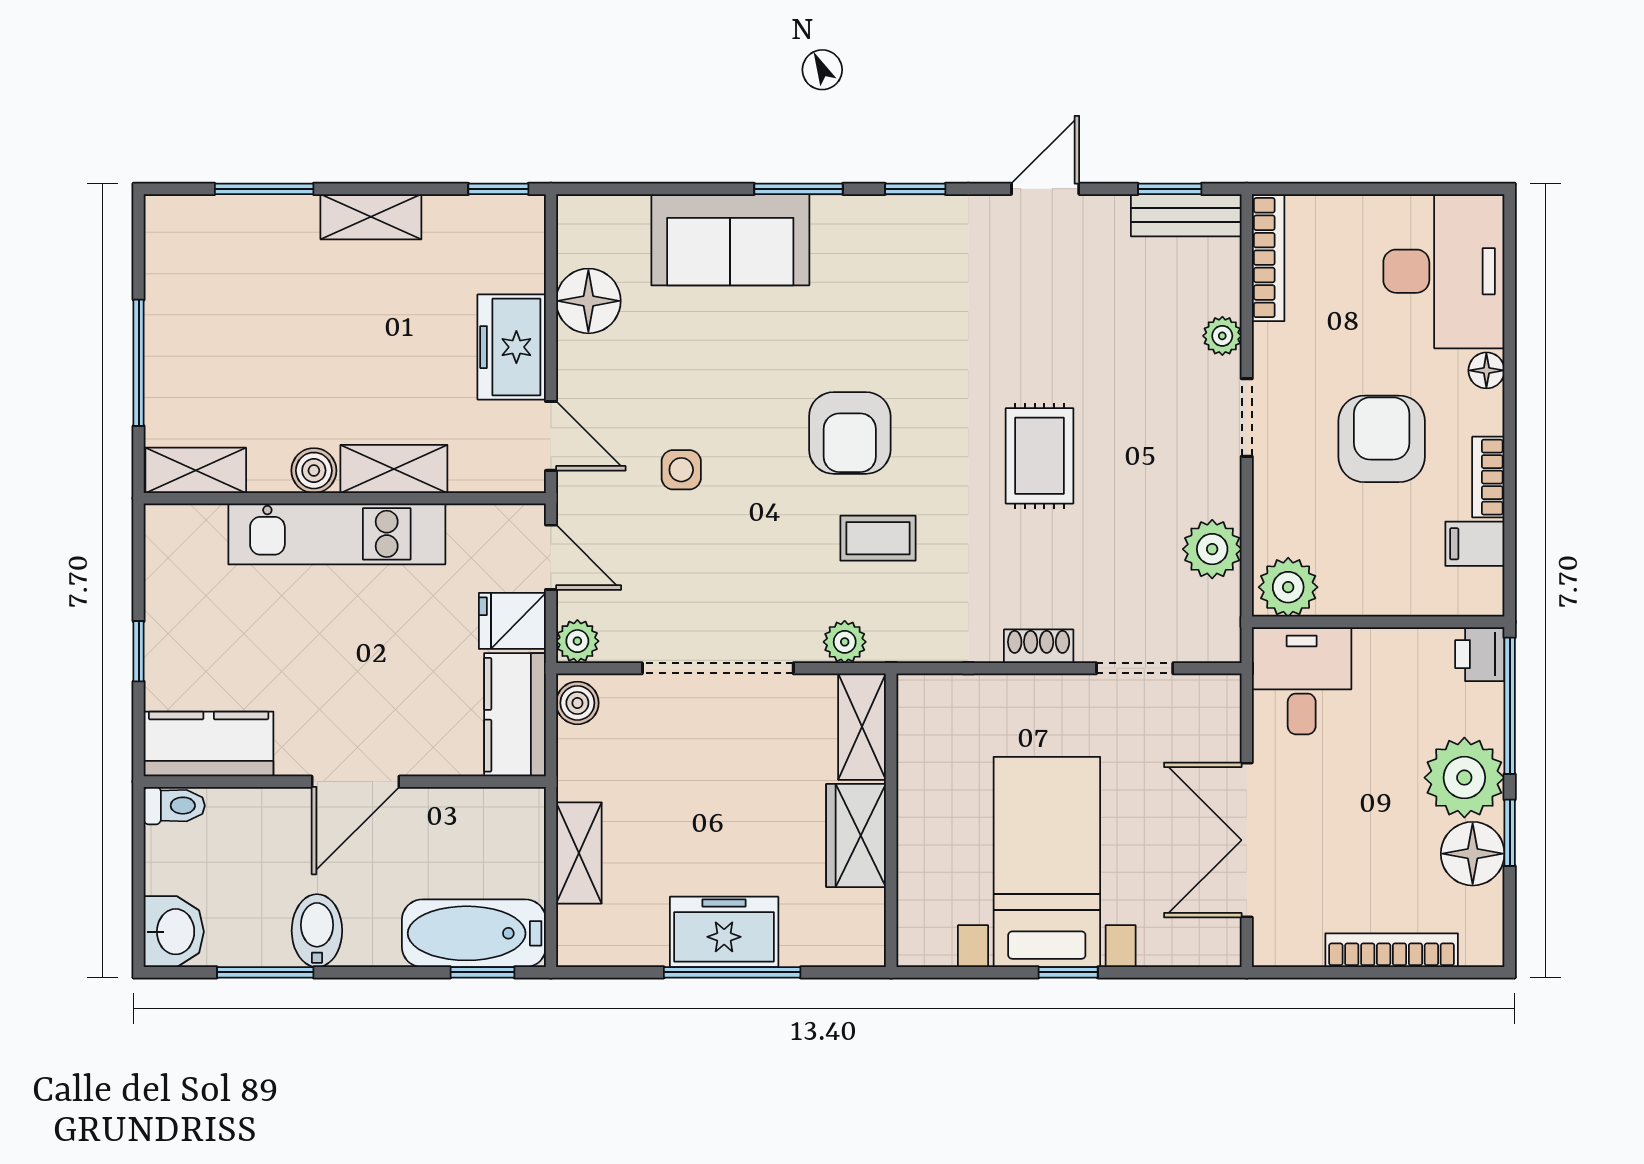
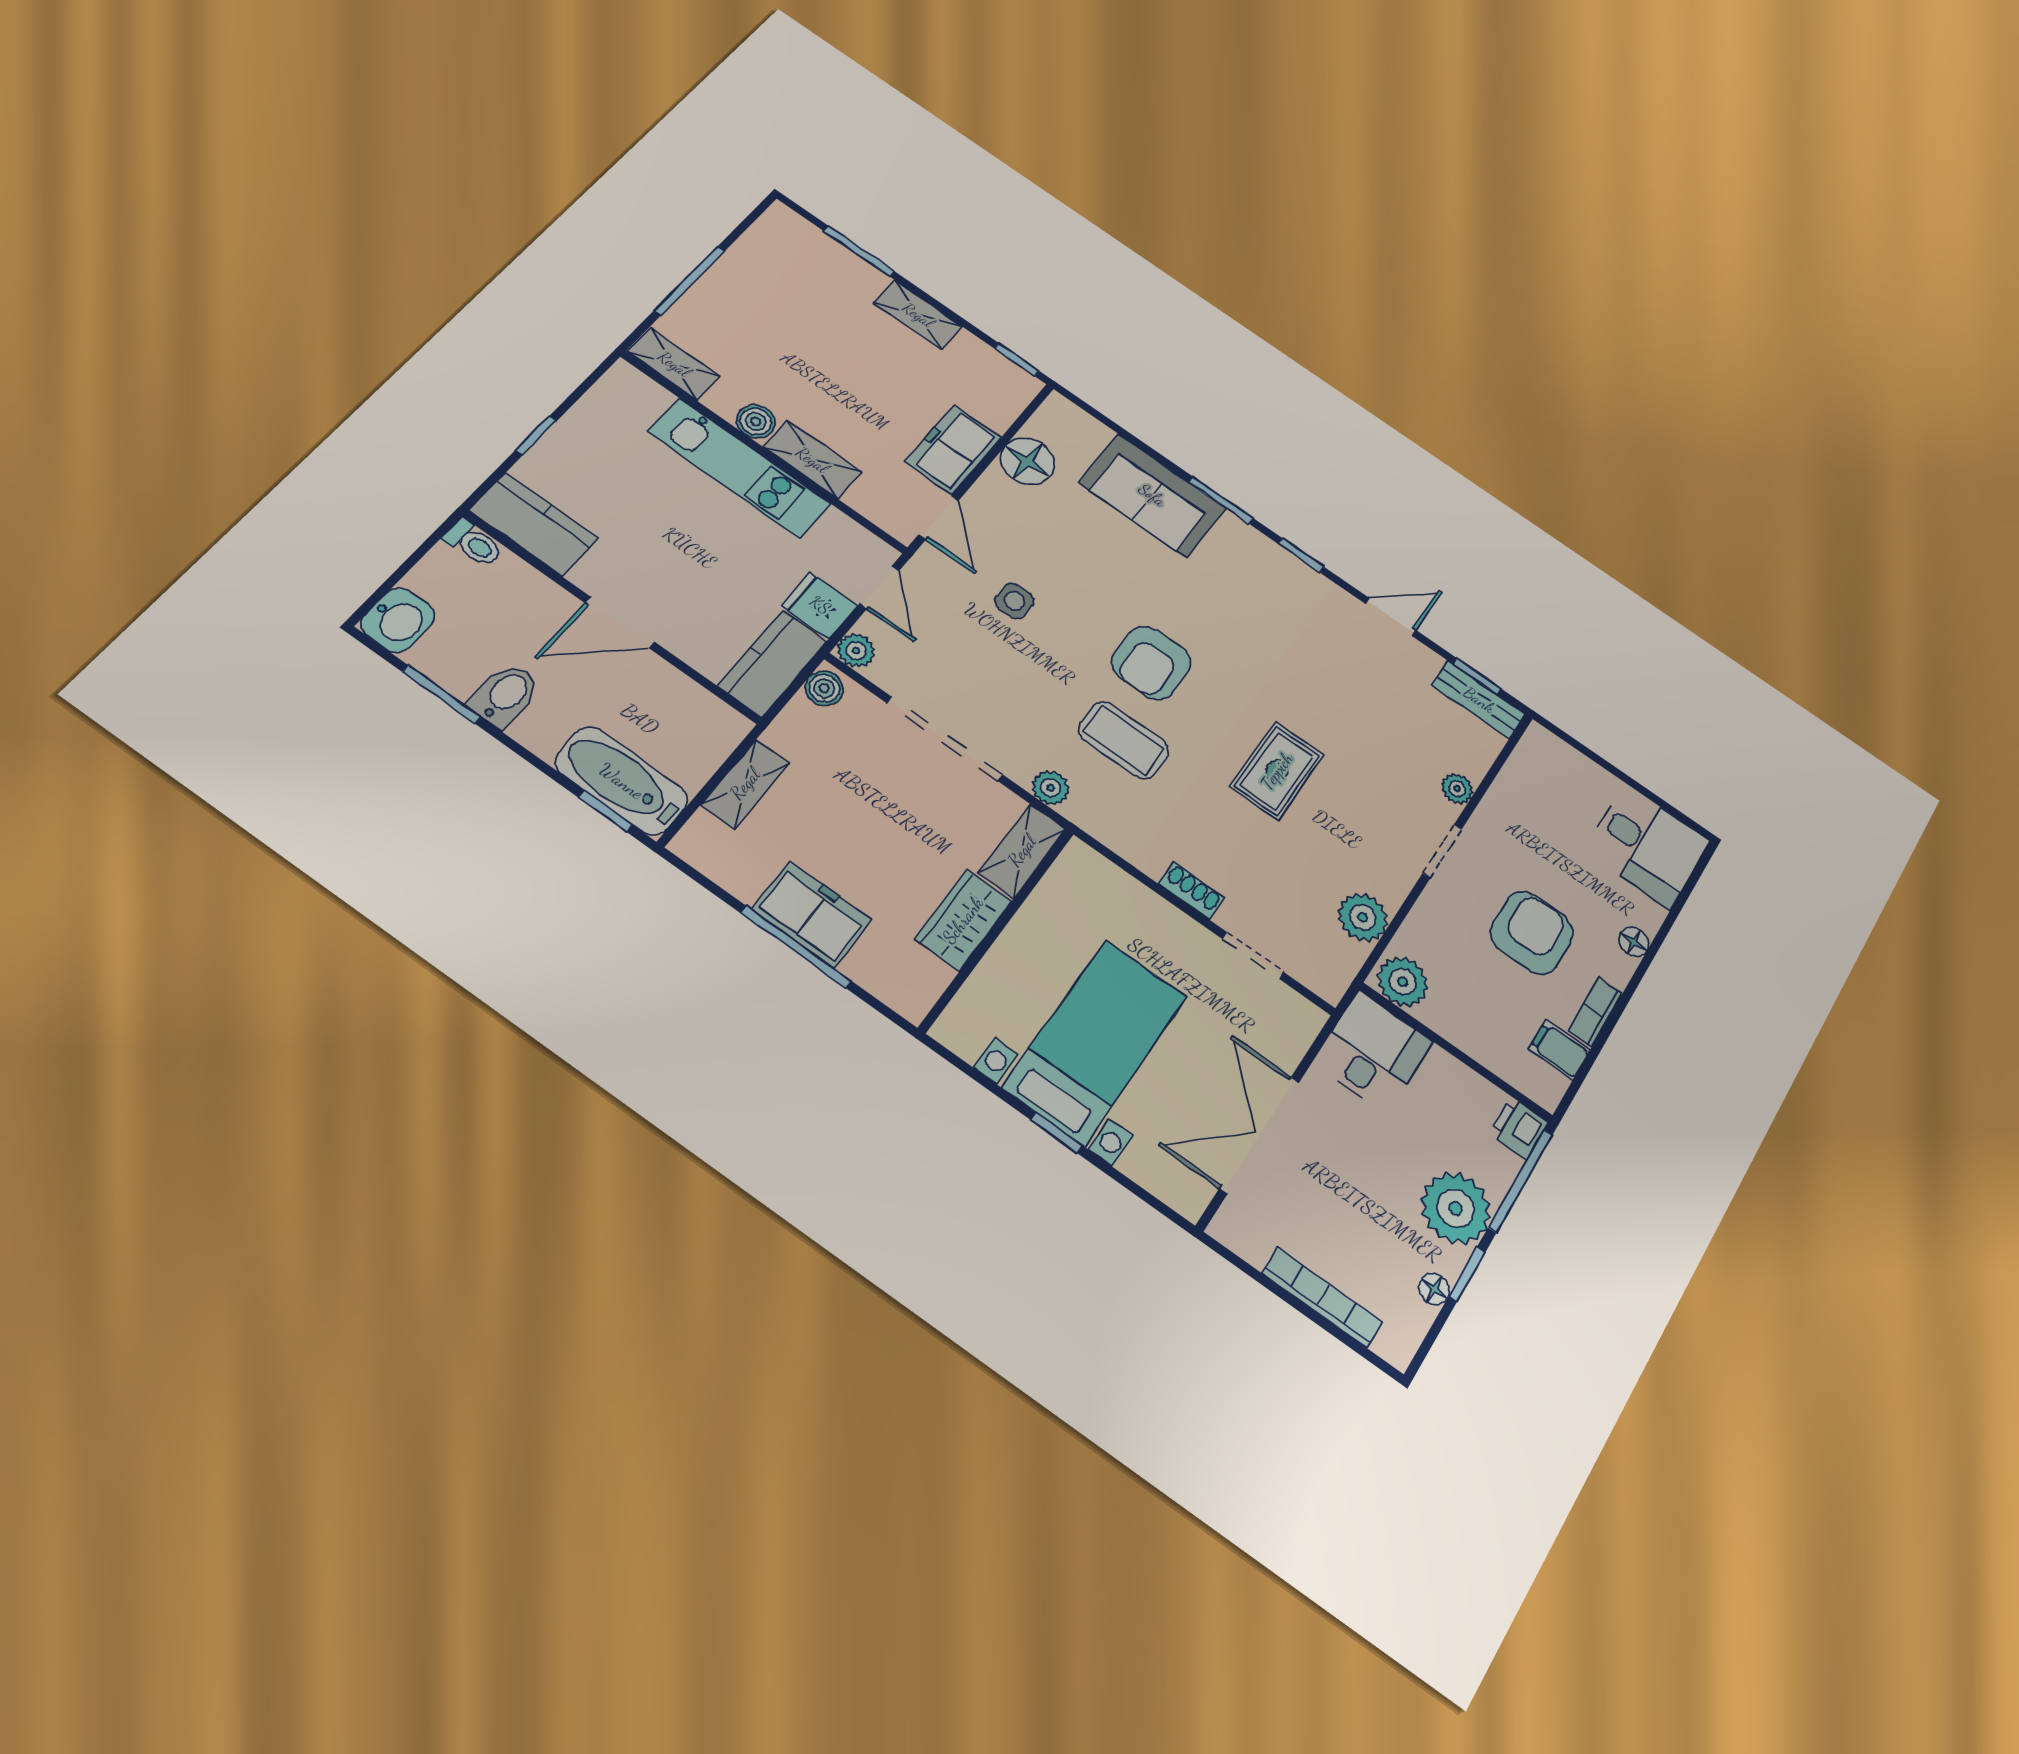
bookcase: (1268, 258) -> (1520, 764), removed
desk: (1444, 271) -> (1647, 846), width x0.73
coffee table: (878, 538) -> (1124, 740), width x1.36, depth x1.30
floor lamp: (1473, 854) -> (1434, 1289), width x0.53, depth x0.53

